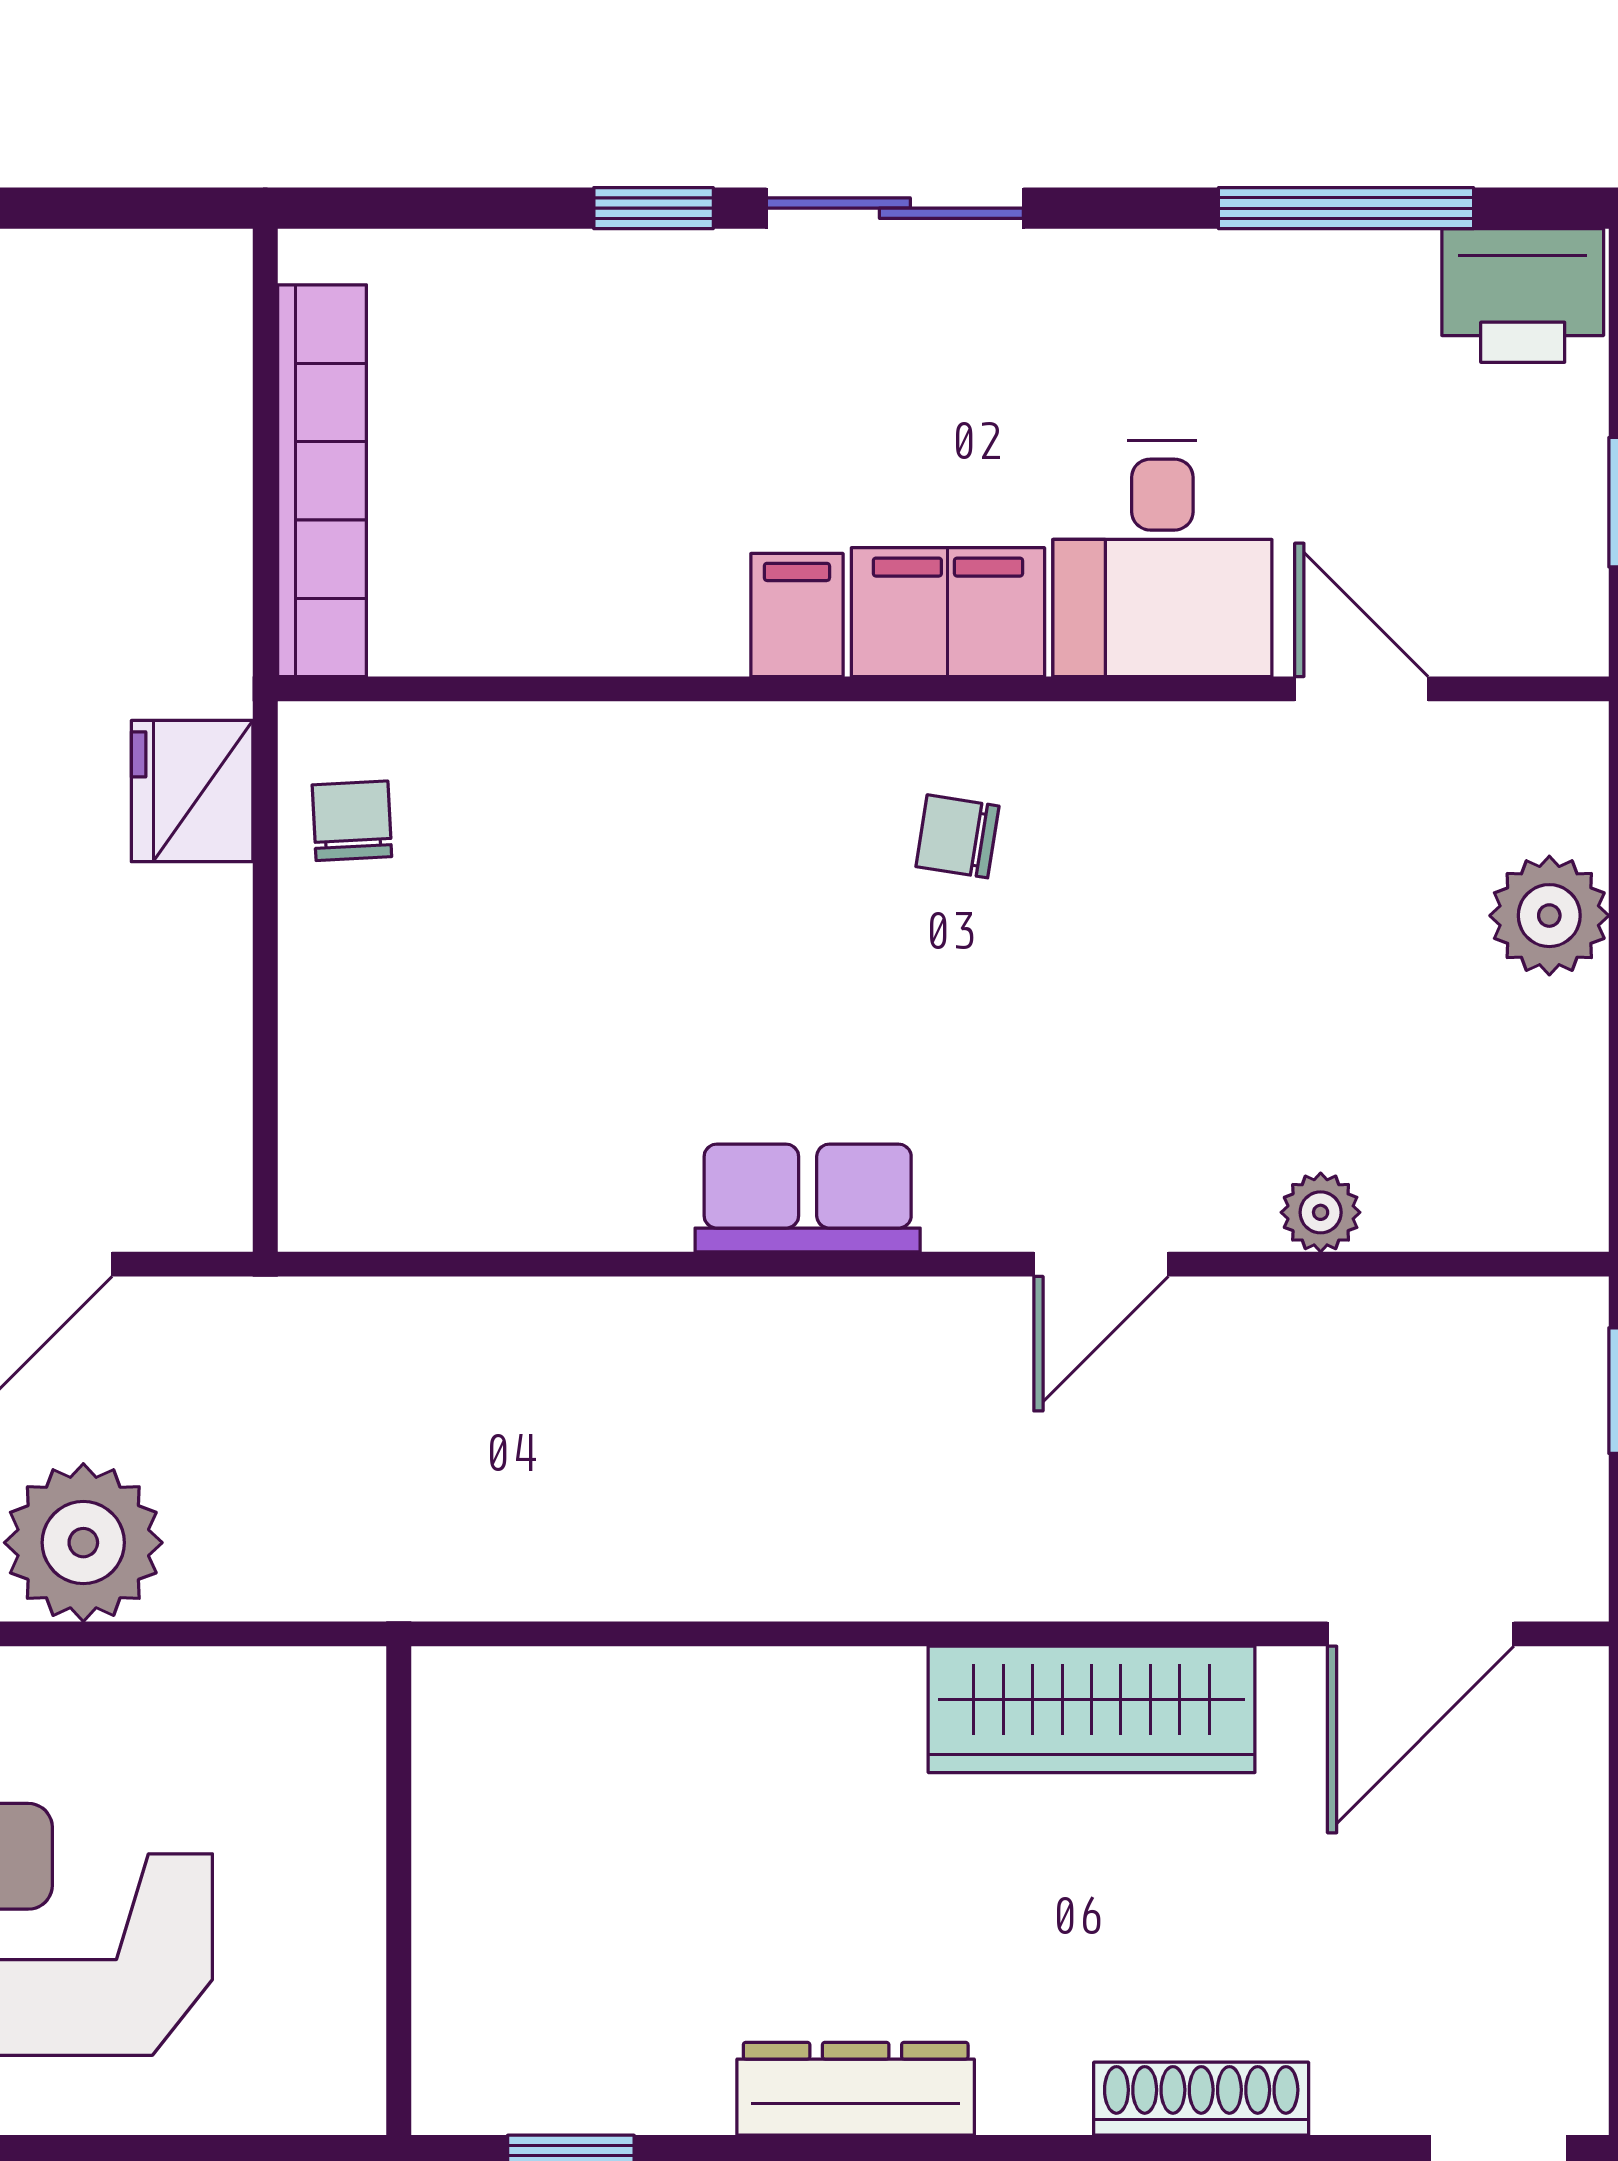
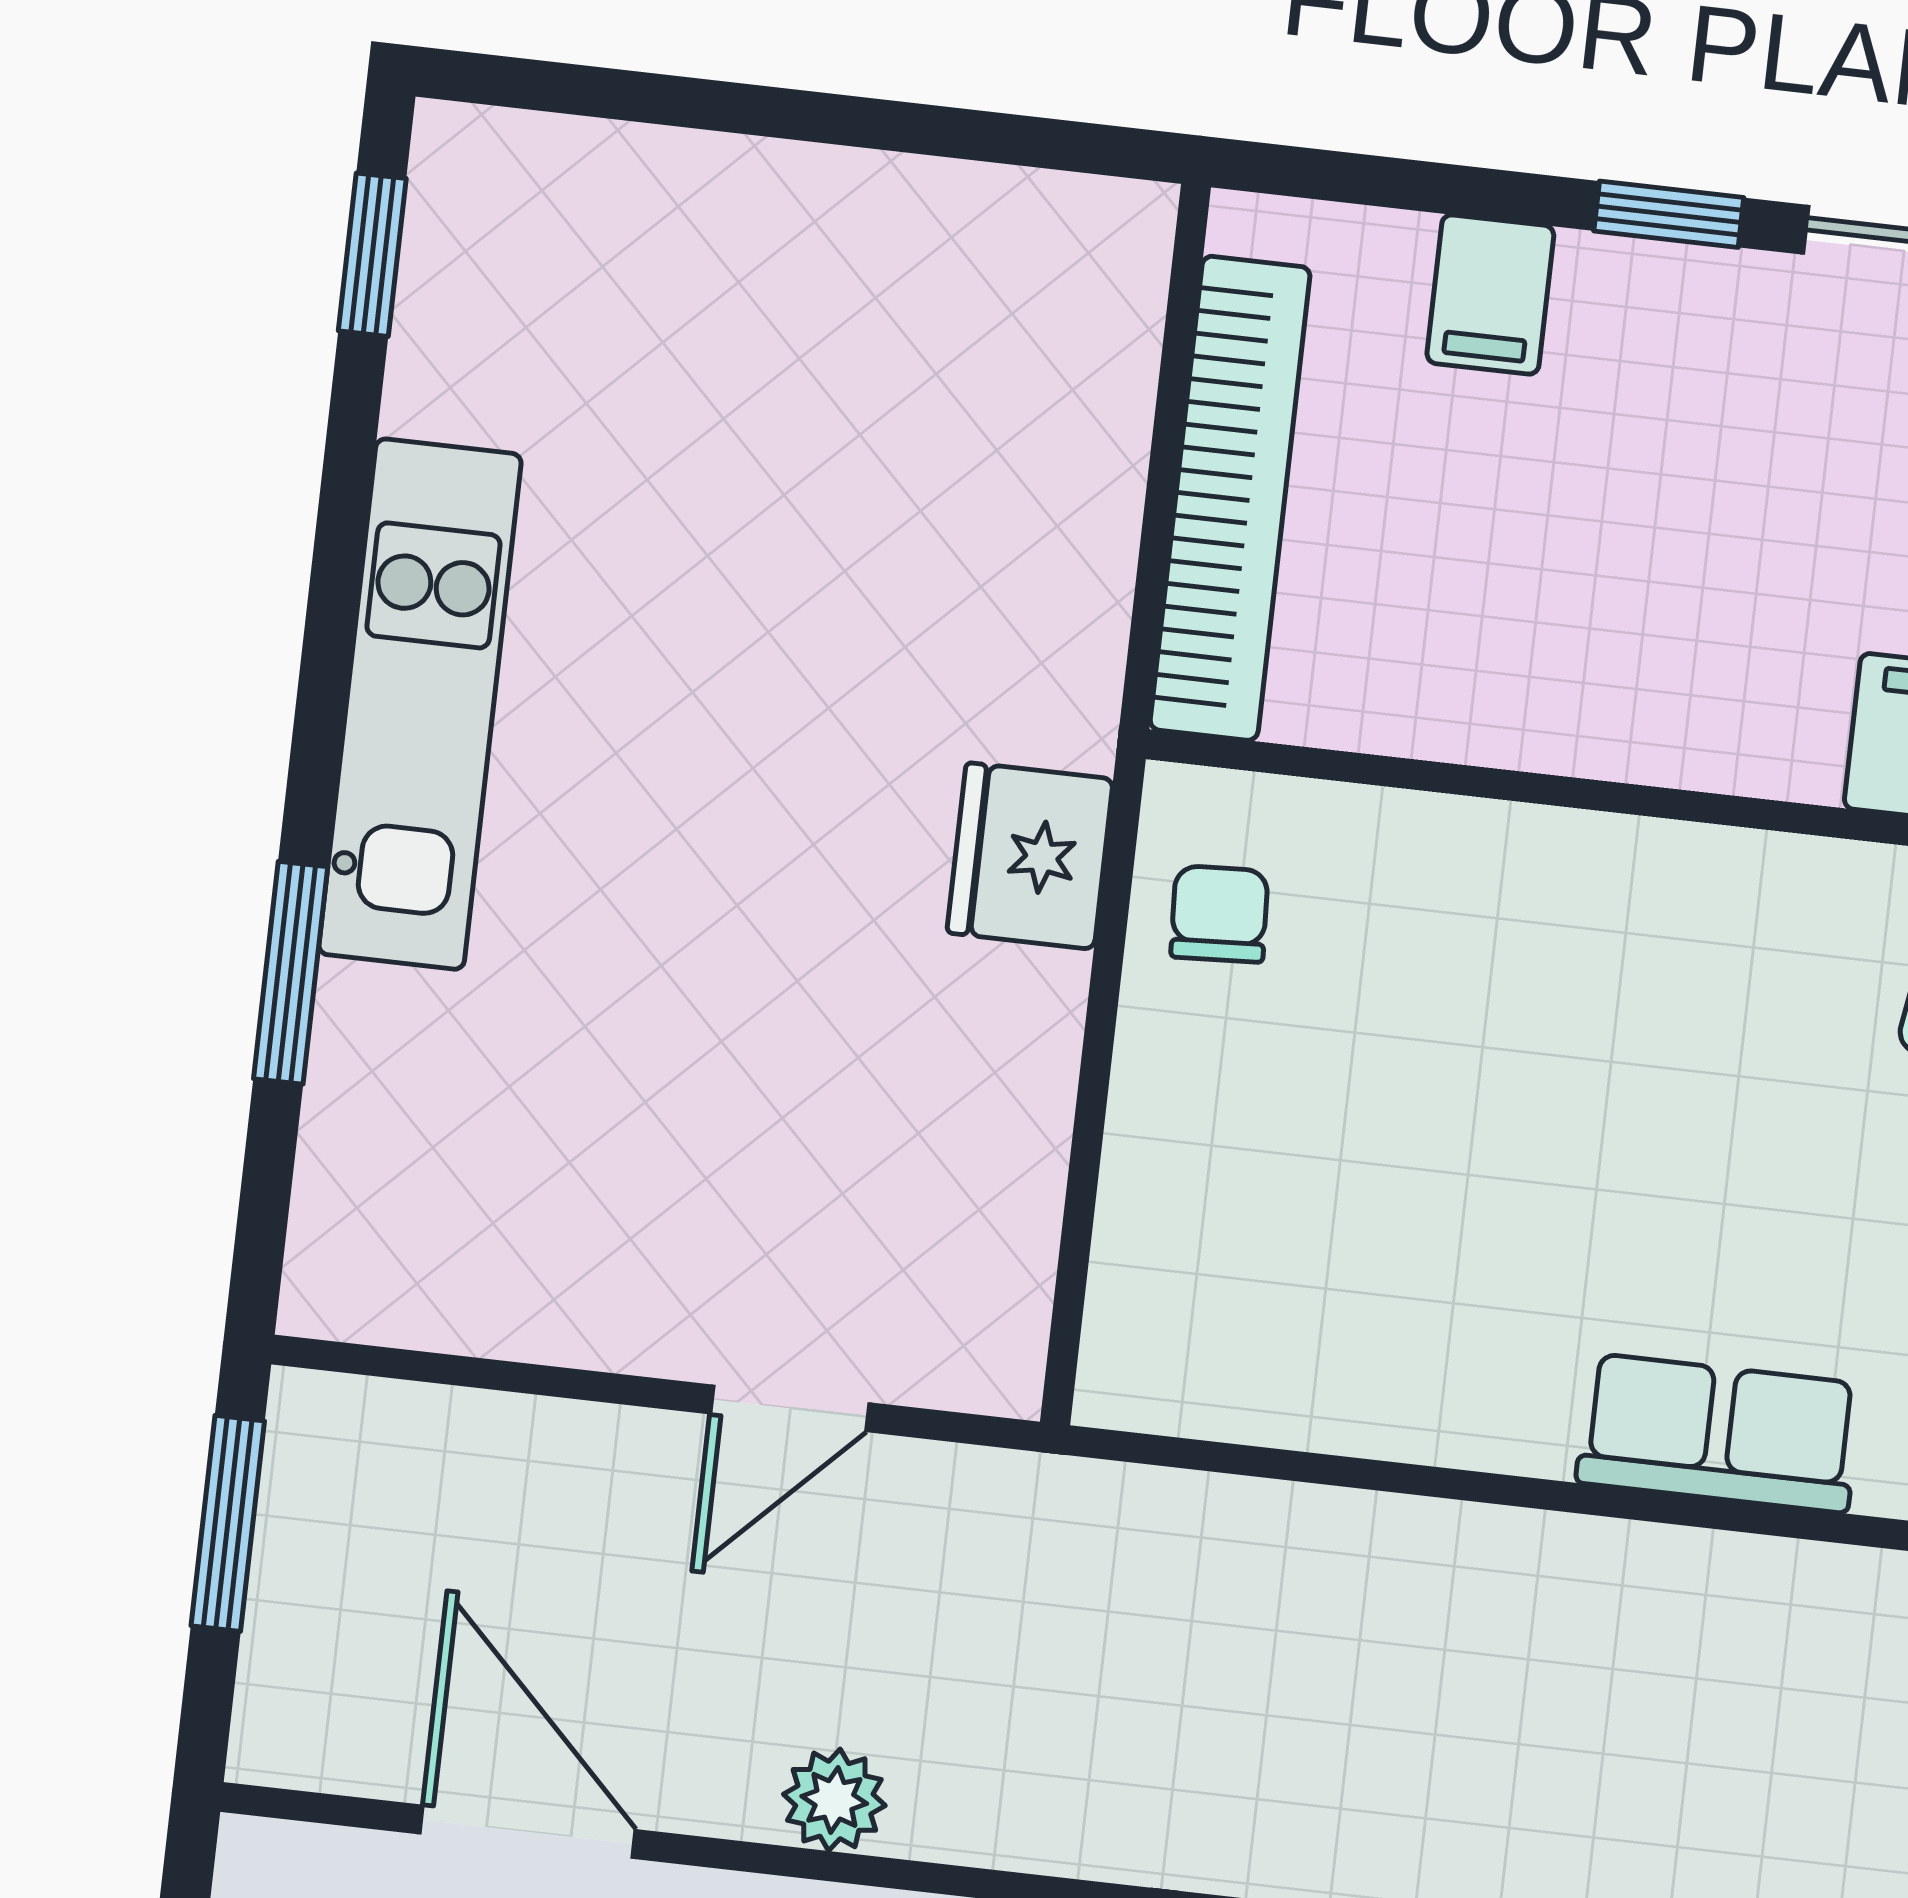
filing cabinet: (797, 615) -> (1490, 294), moved, turned 180
plant: (83, 1543) -> (834, 1800), width x0.53, depth x0.53

